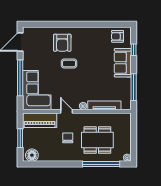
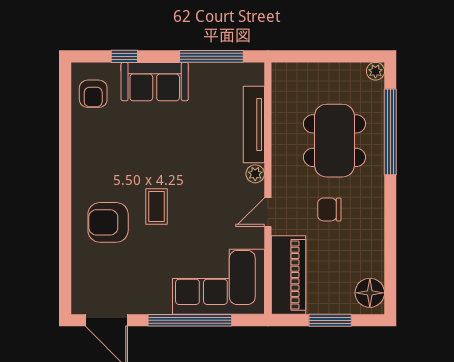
armchair: (62, 43) -> (108, 222), turned 180

